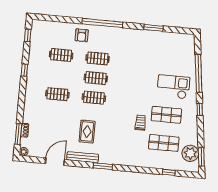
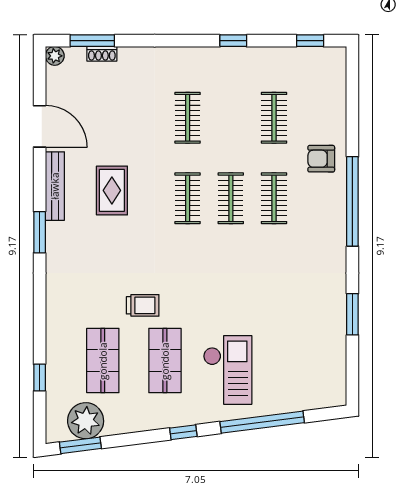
rug: (87, 132) -> (112, 190), turned 90

